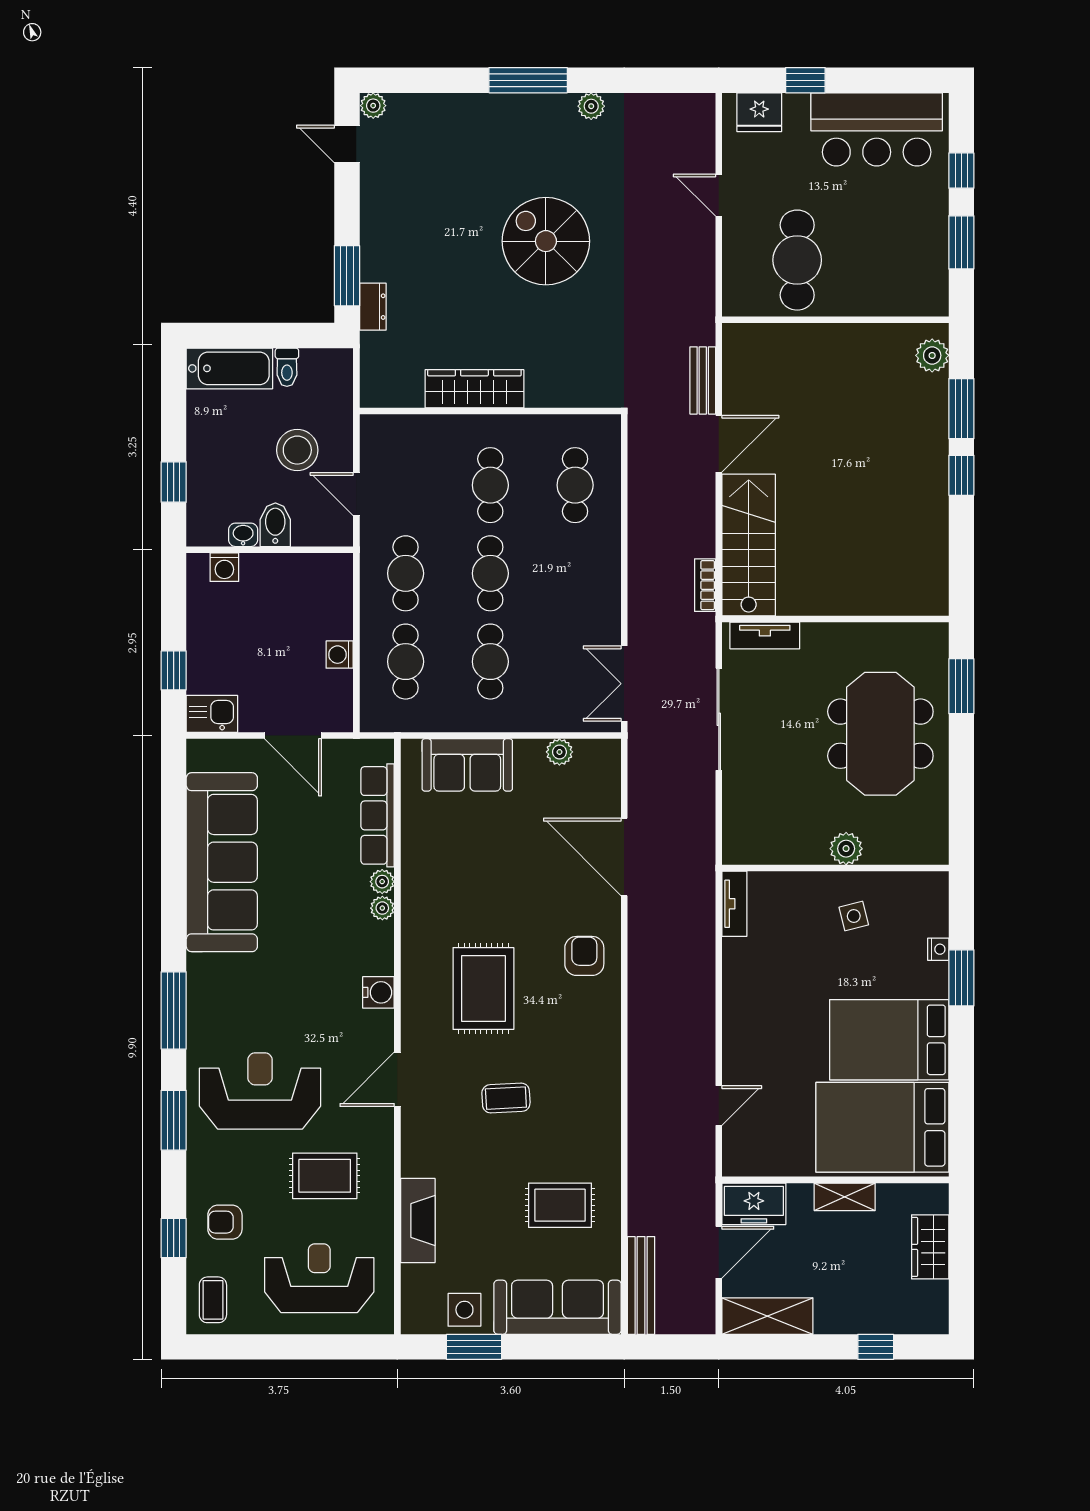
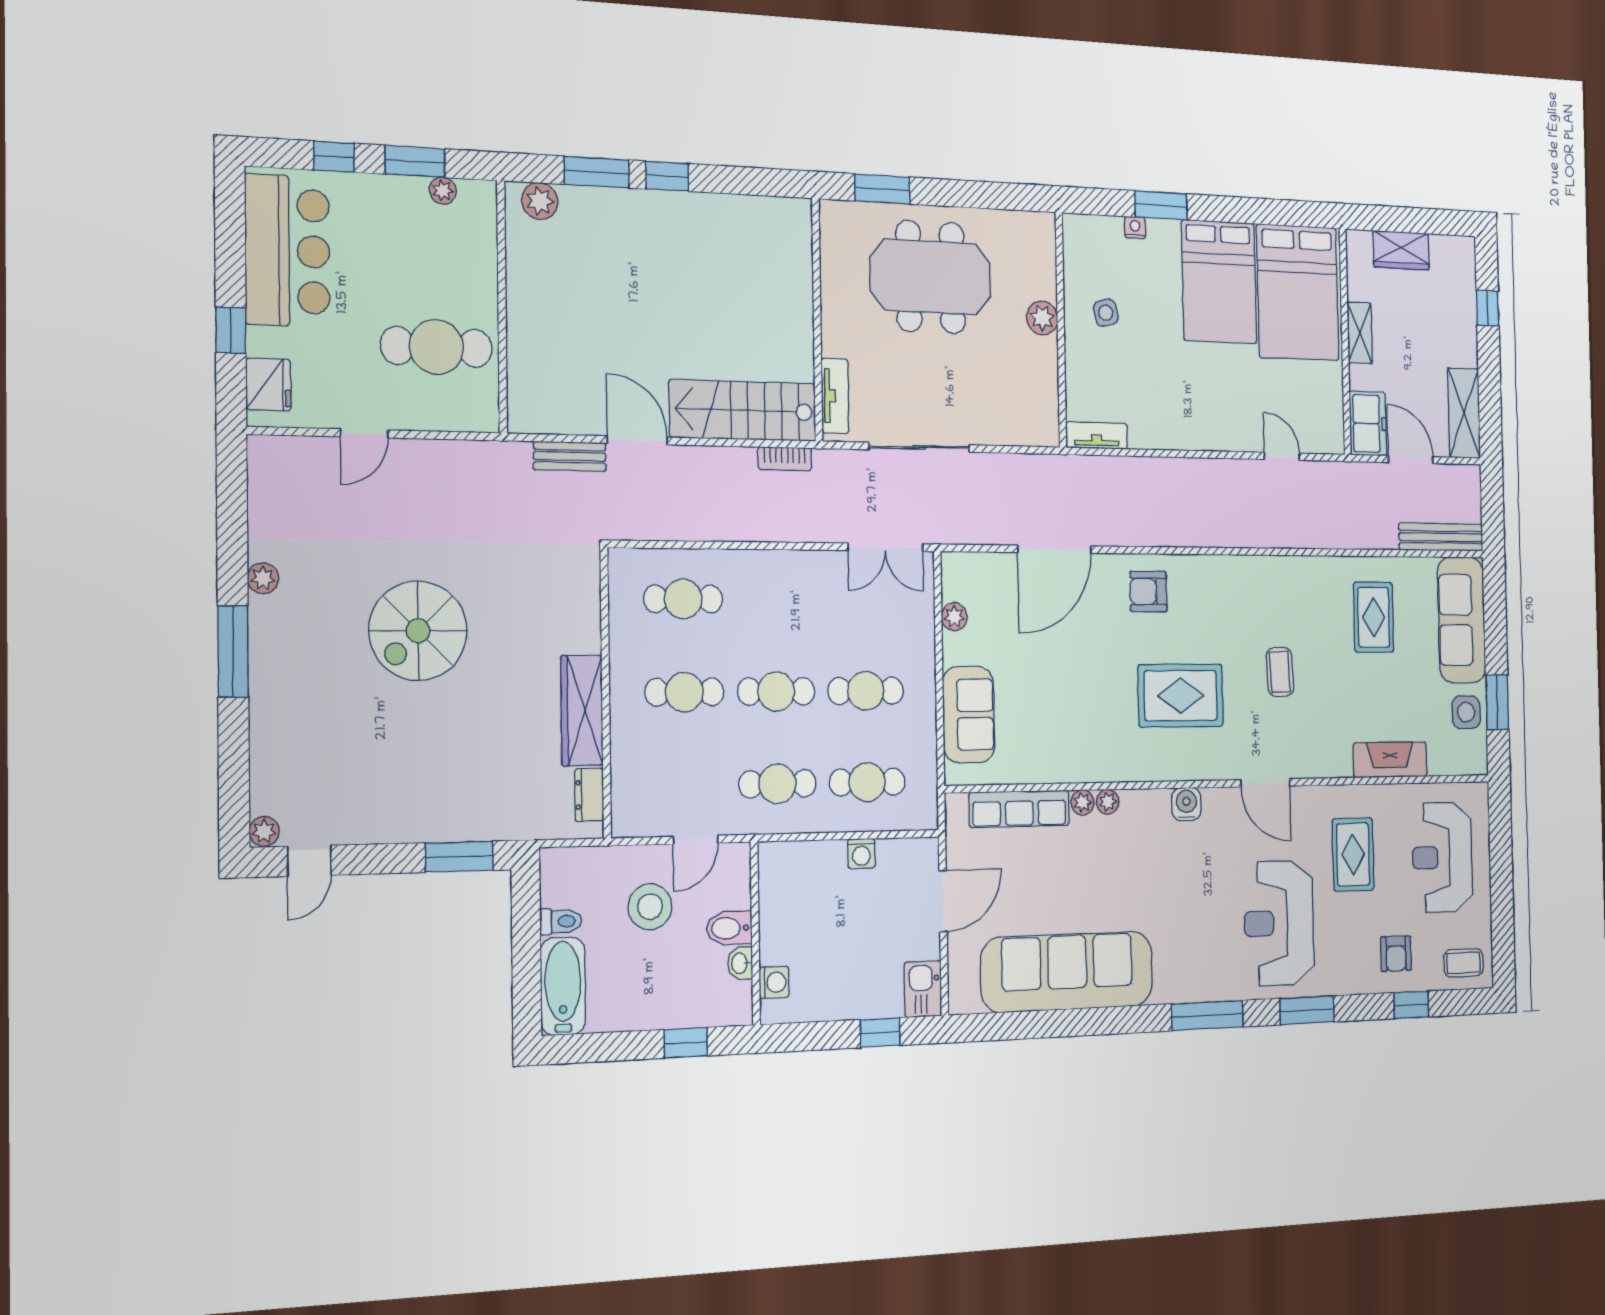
plant: (937, 267) -> (443, 191), added
dresser: (373, 307) -> (589, 795), moved, turned -90

